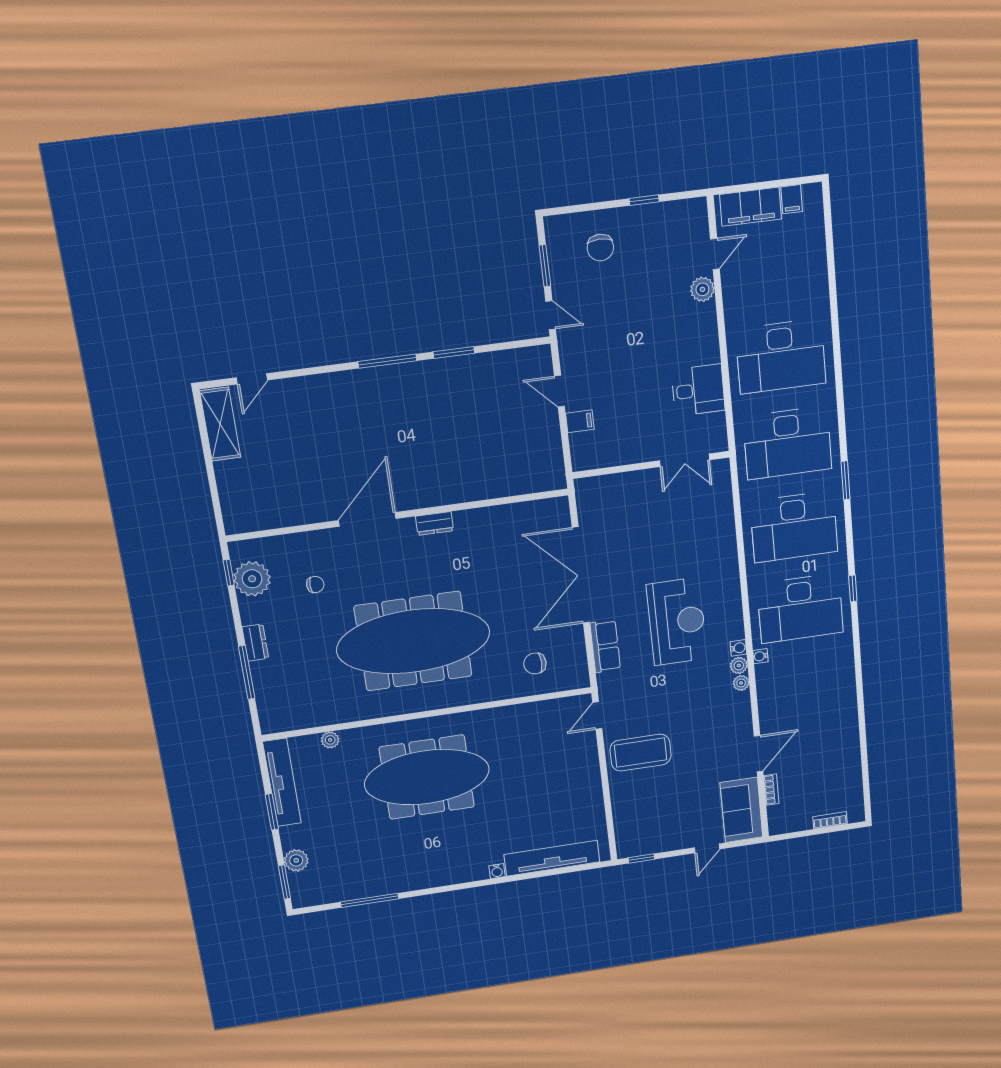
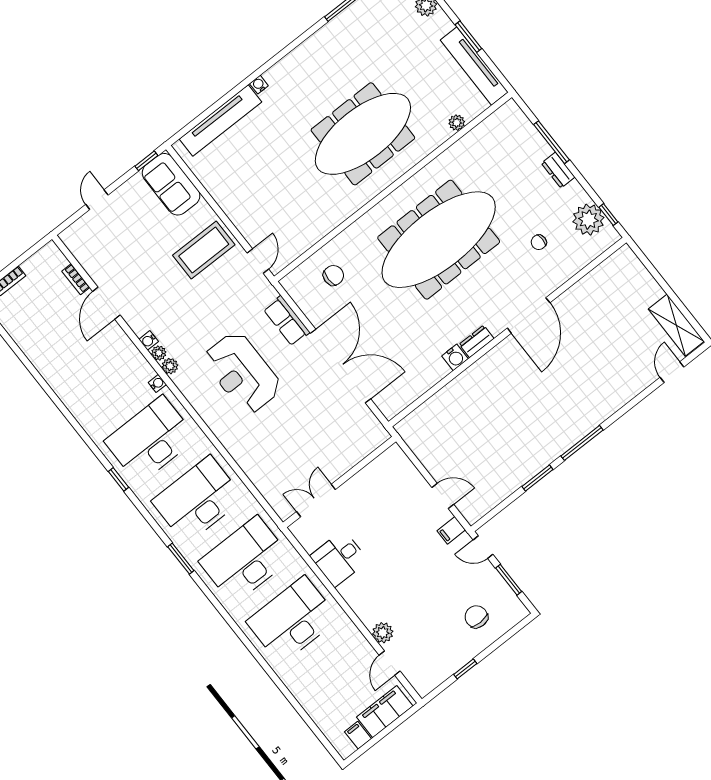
filing cabinet: (580, 421) -> (451, 530), moved
water cooler: (465, 520) -> (455, 357), added
water cooler: (738, 648) -> (149, 340), moved
sofa: (741, 810) -> (171, 184), moved, turned 180

